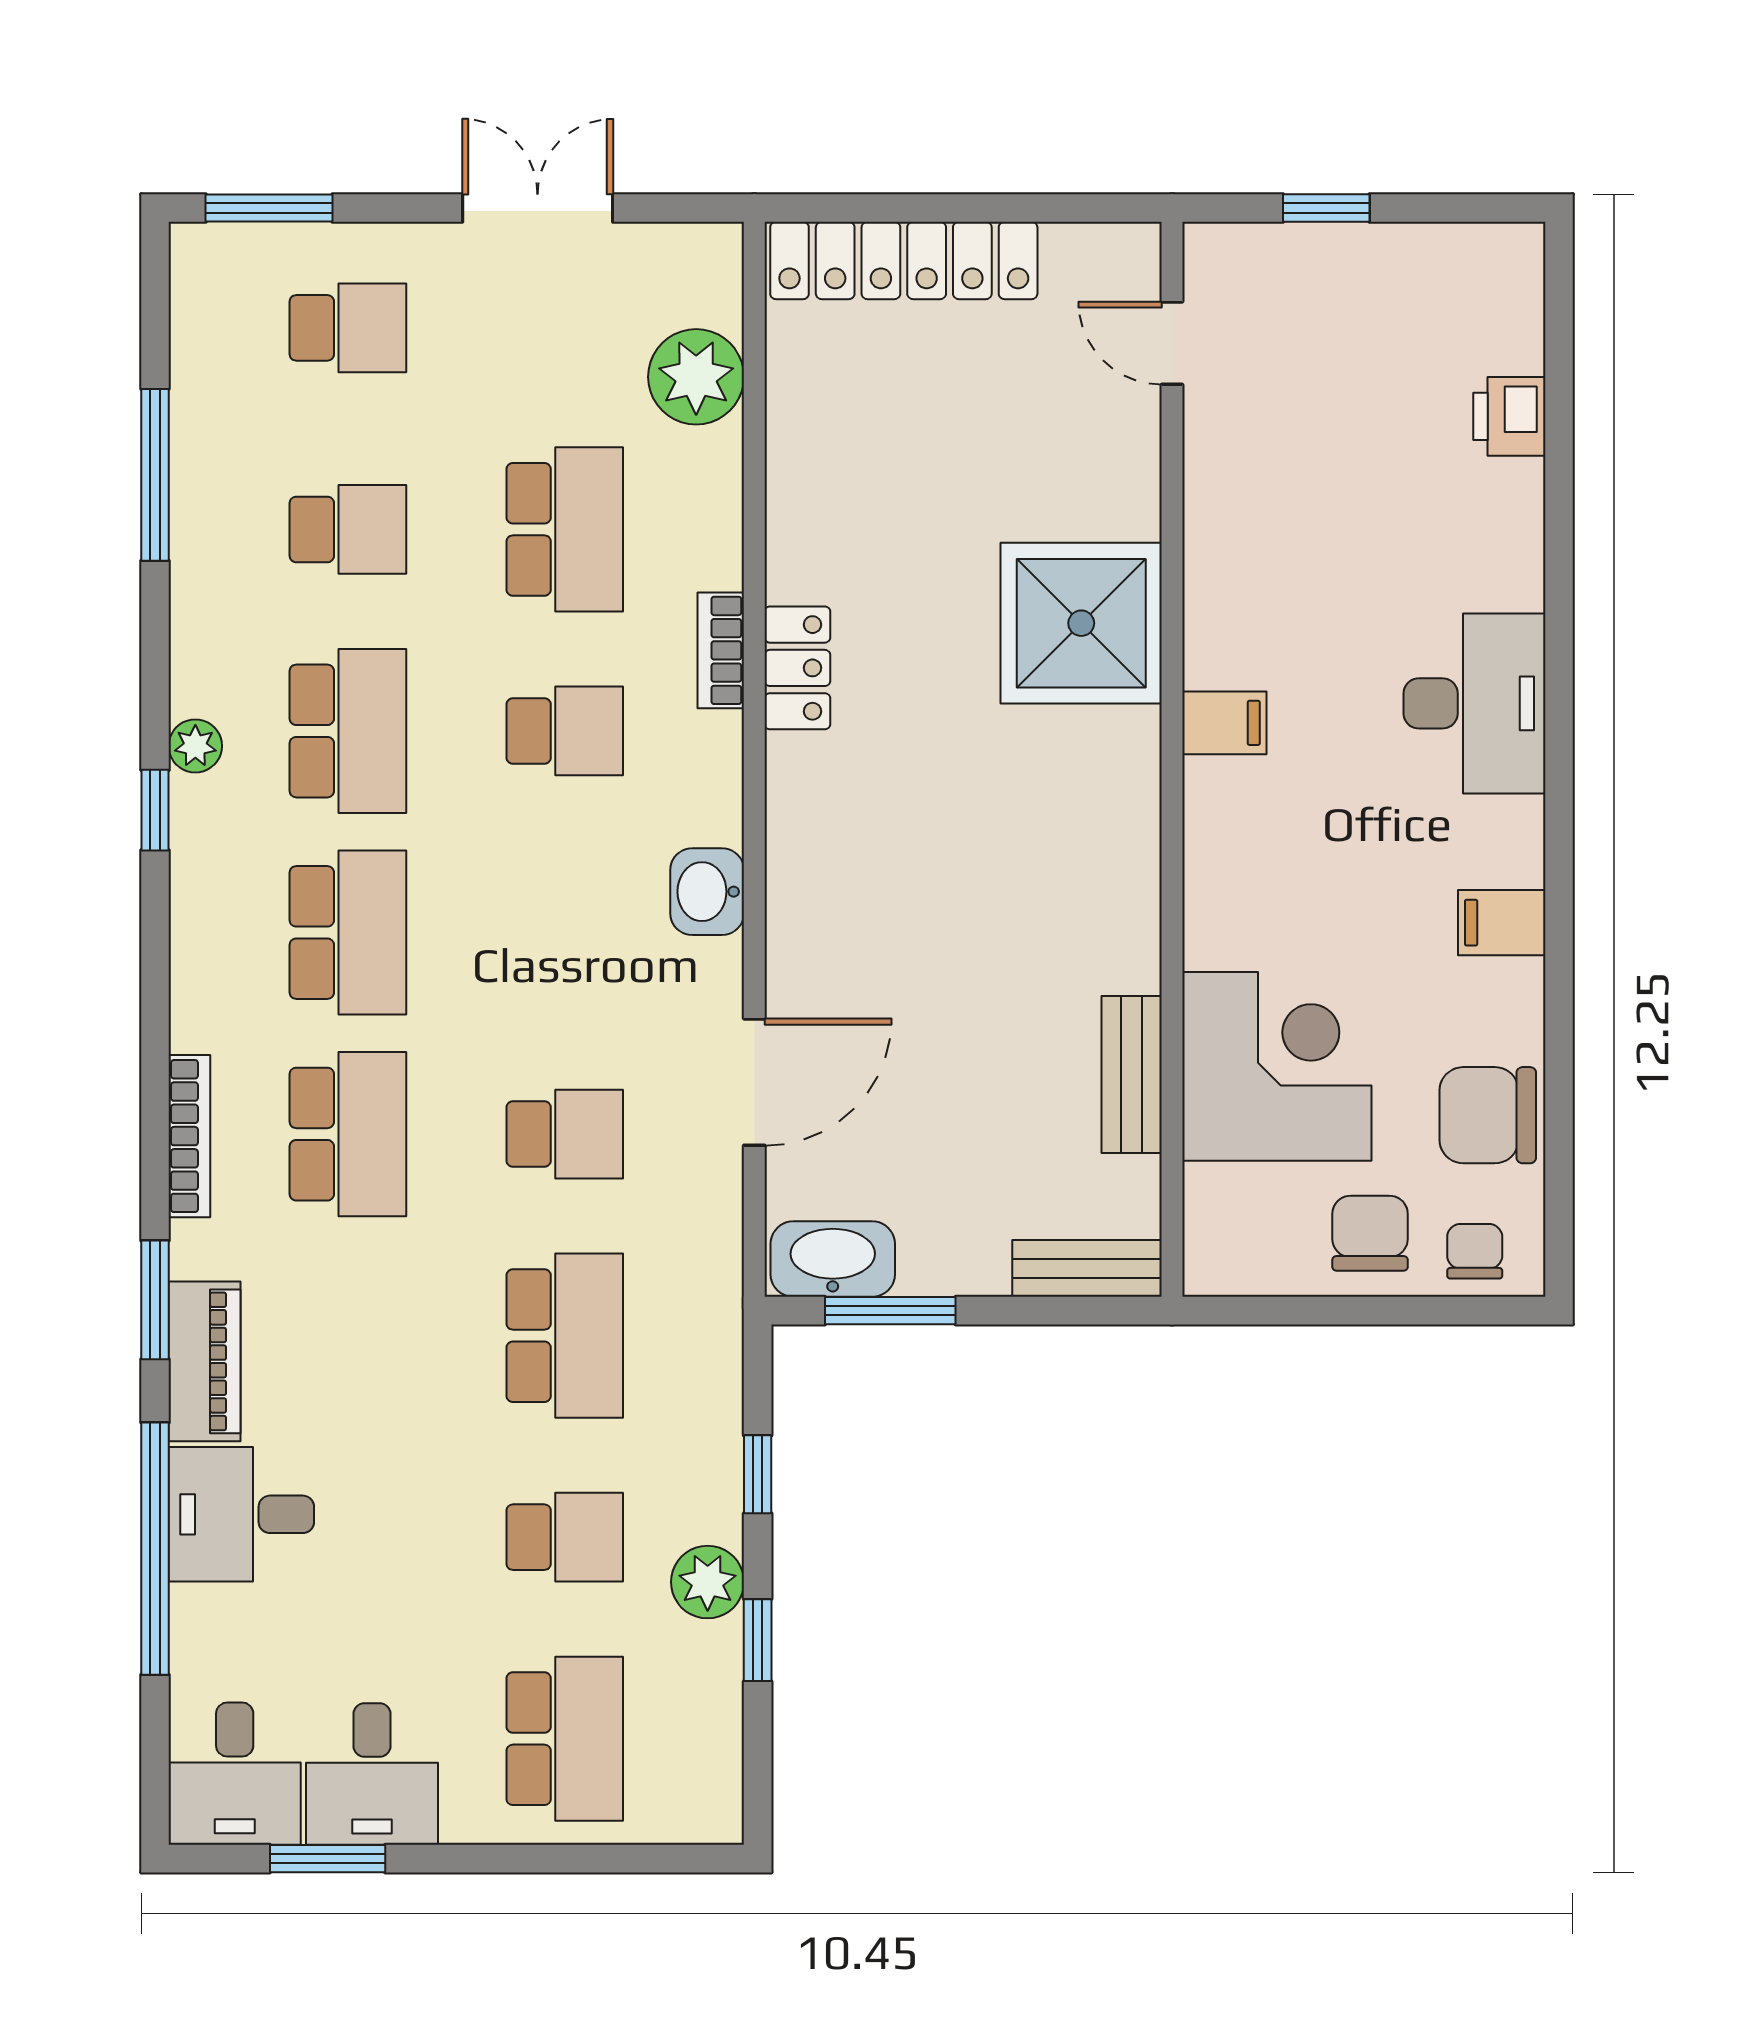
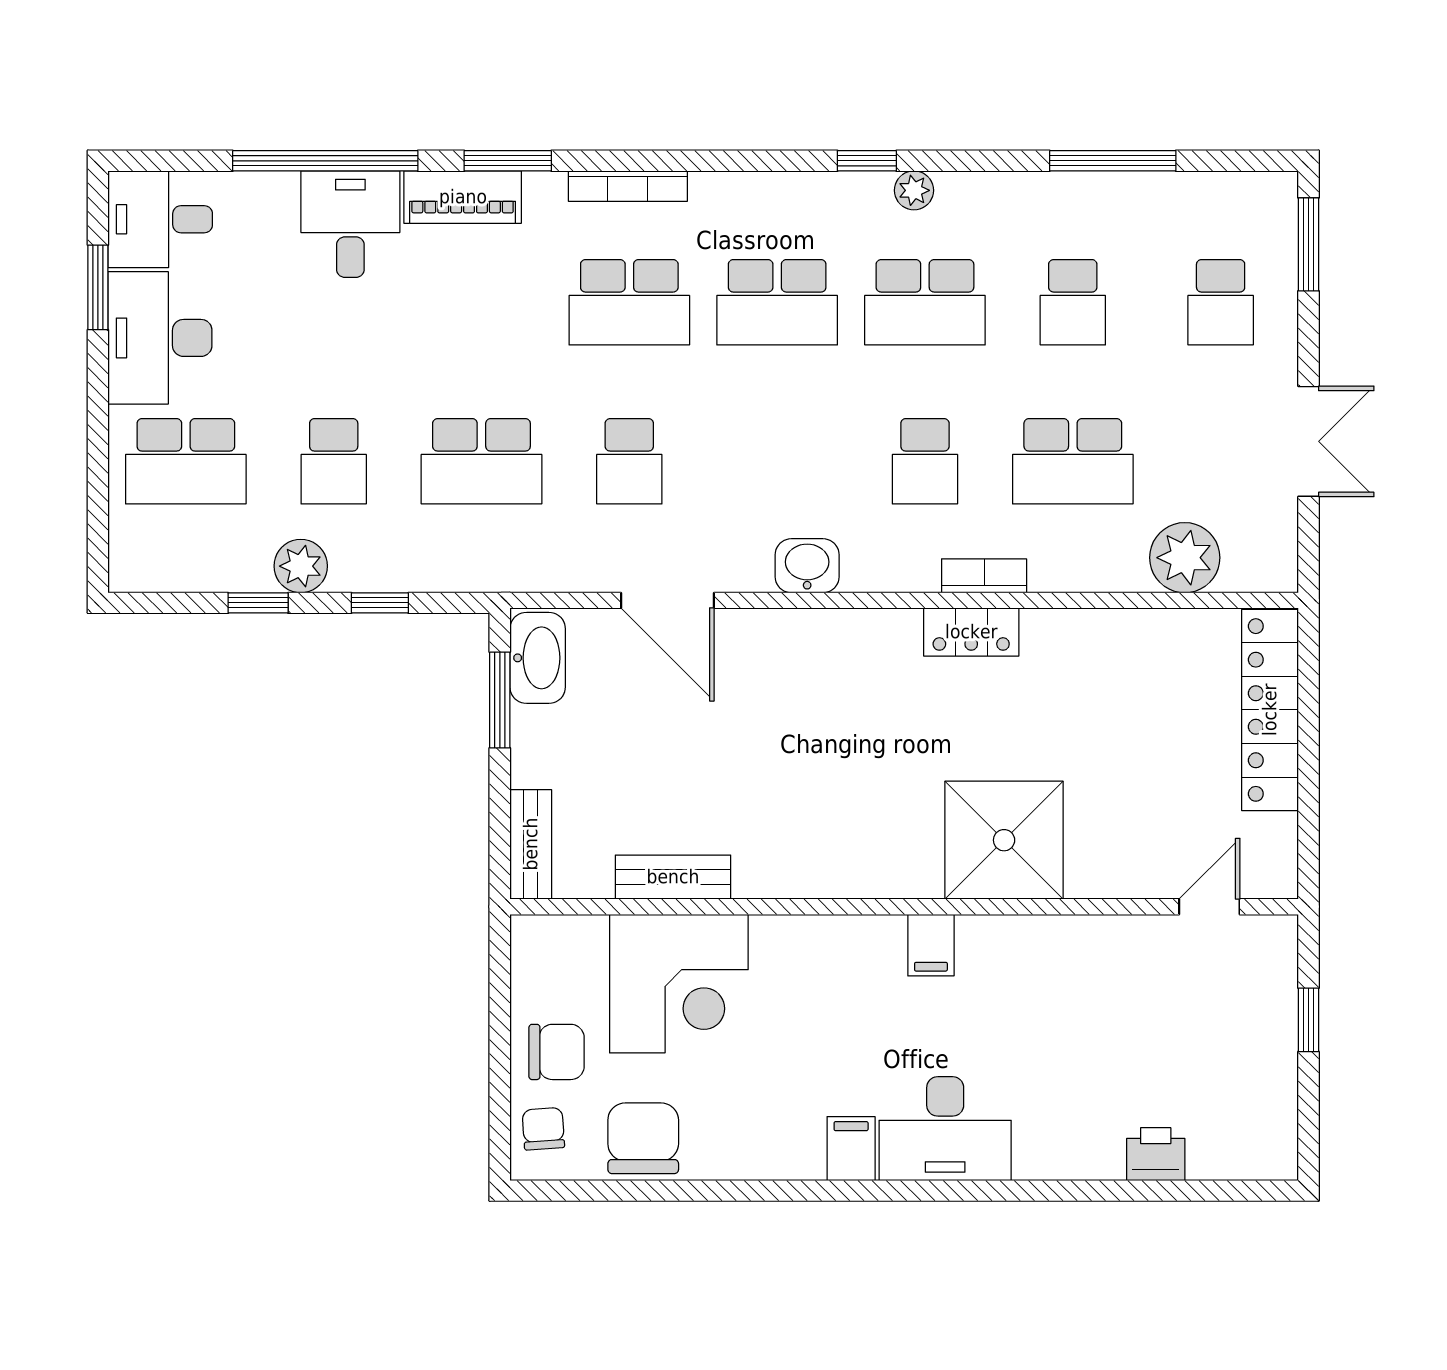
filing cabinet: (1502, 923) -> (851, 1149), moved
chair: (1475, 1251) -> (543, 1129), turned -94
desk: (372, 1774) -> (160, 338), width x1.37

